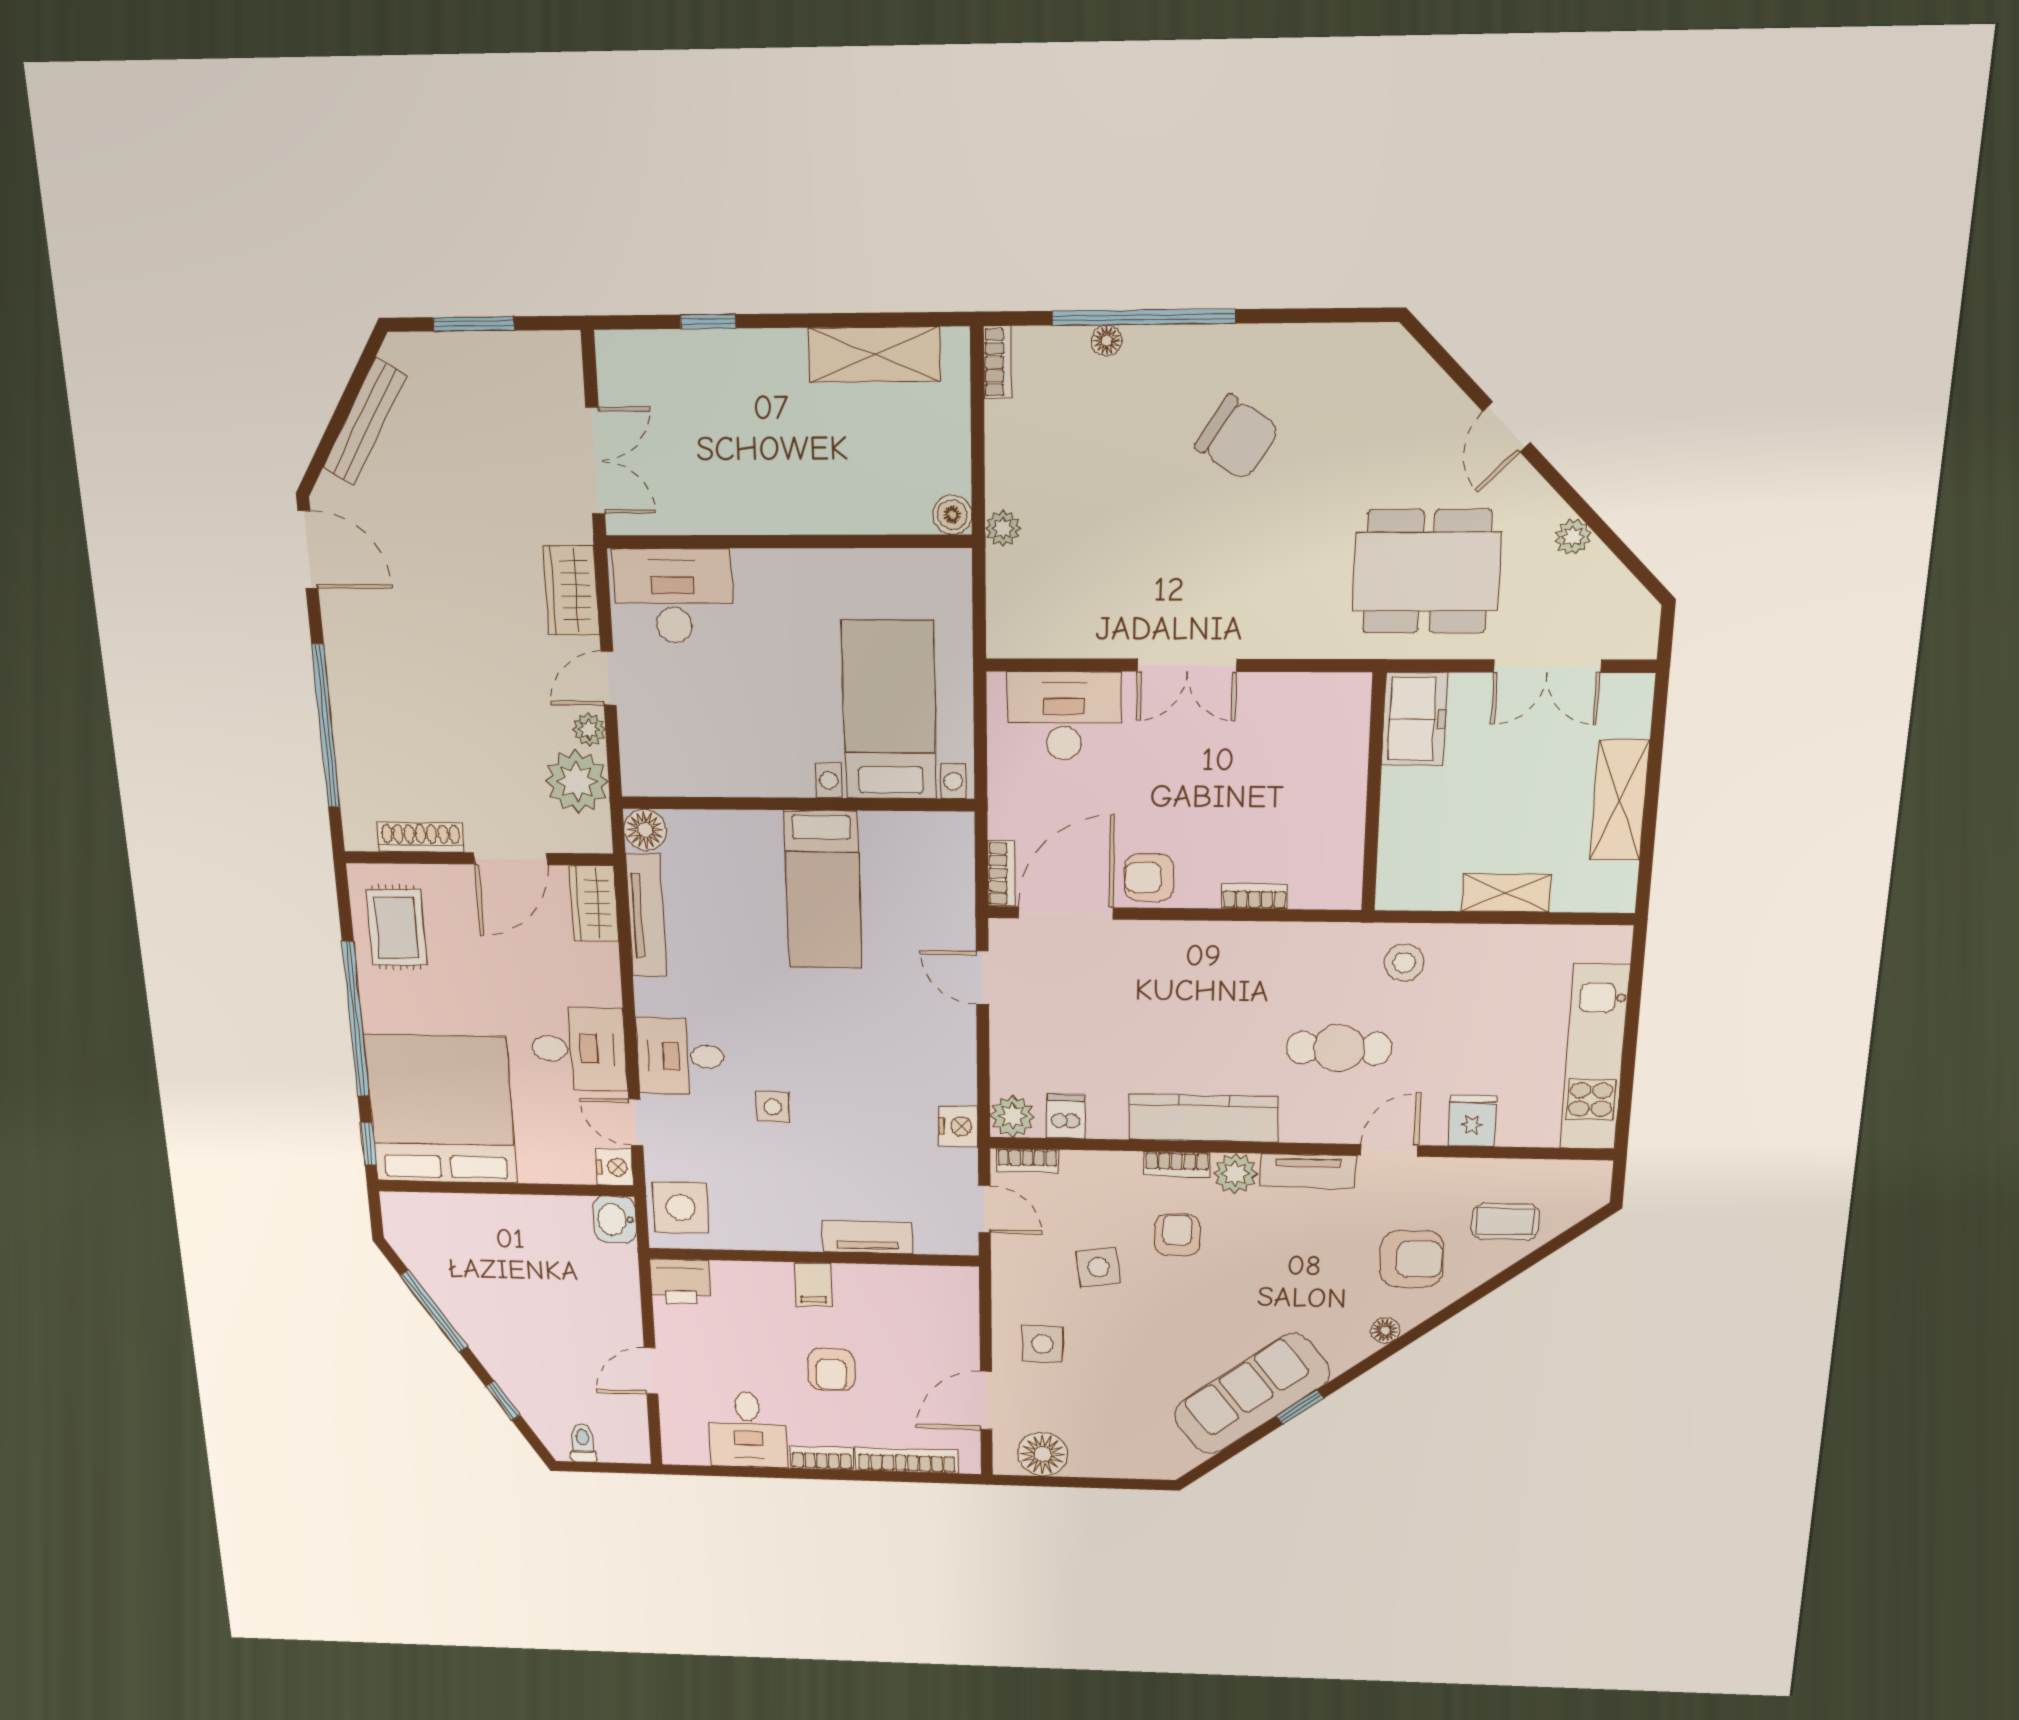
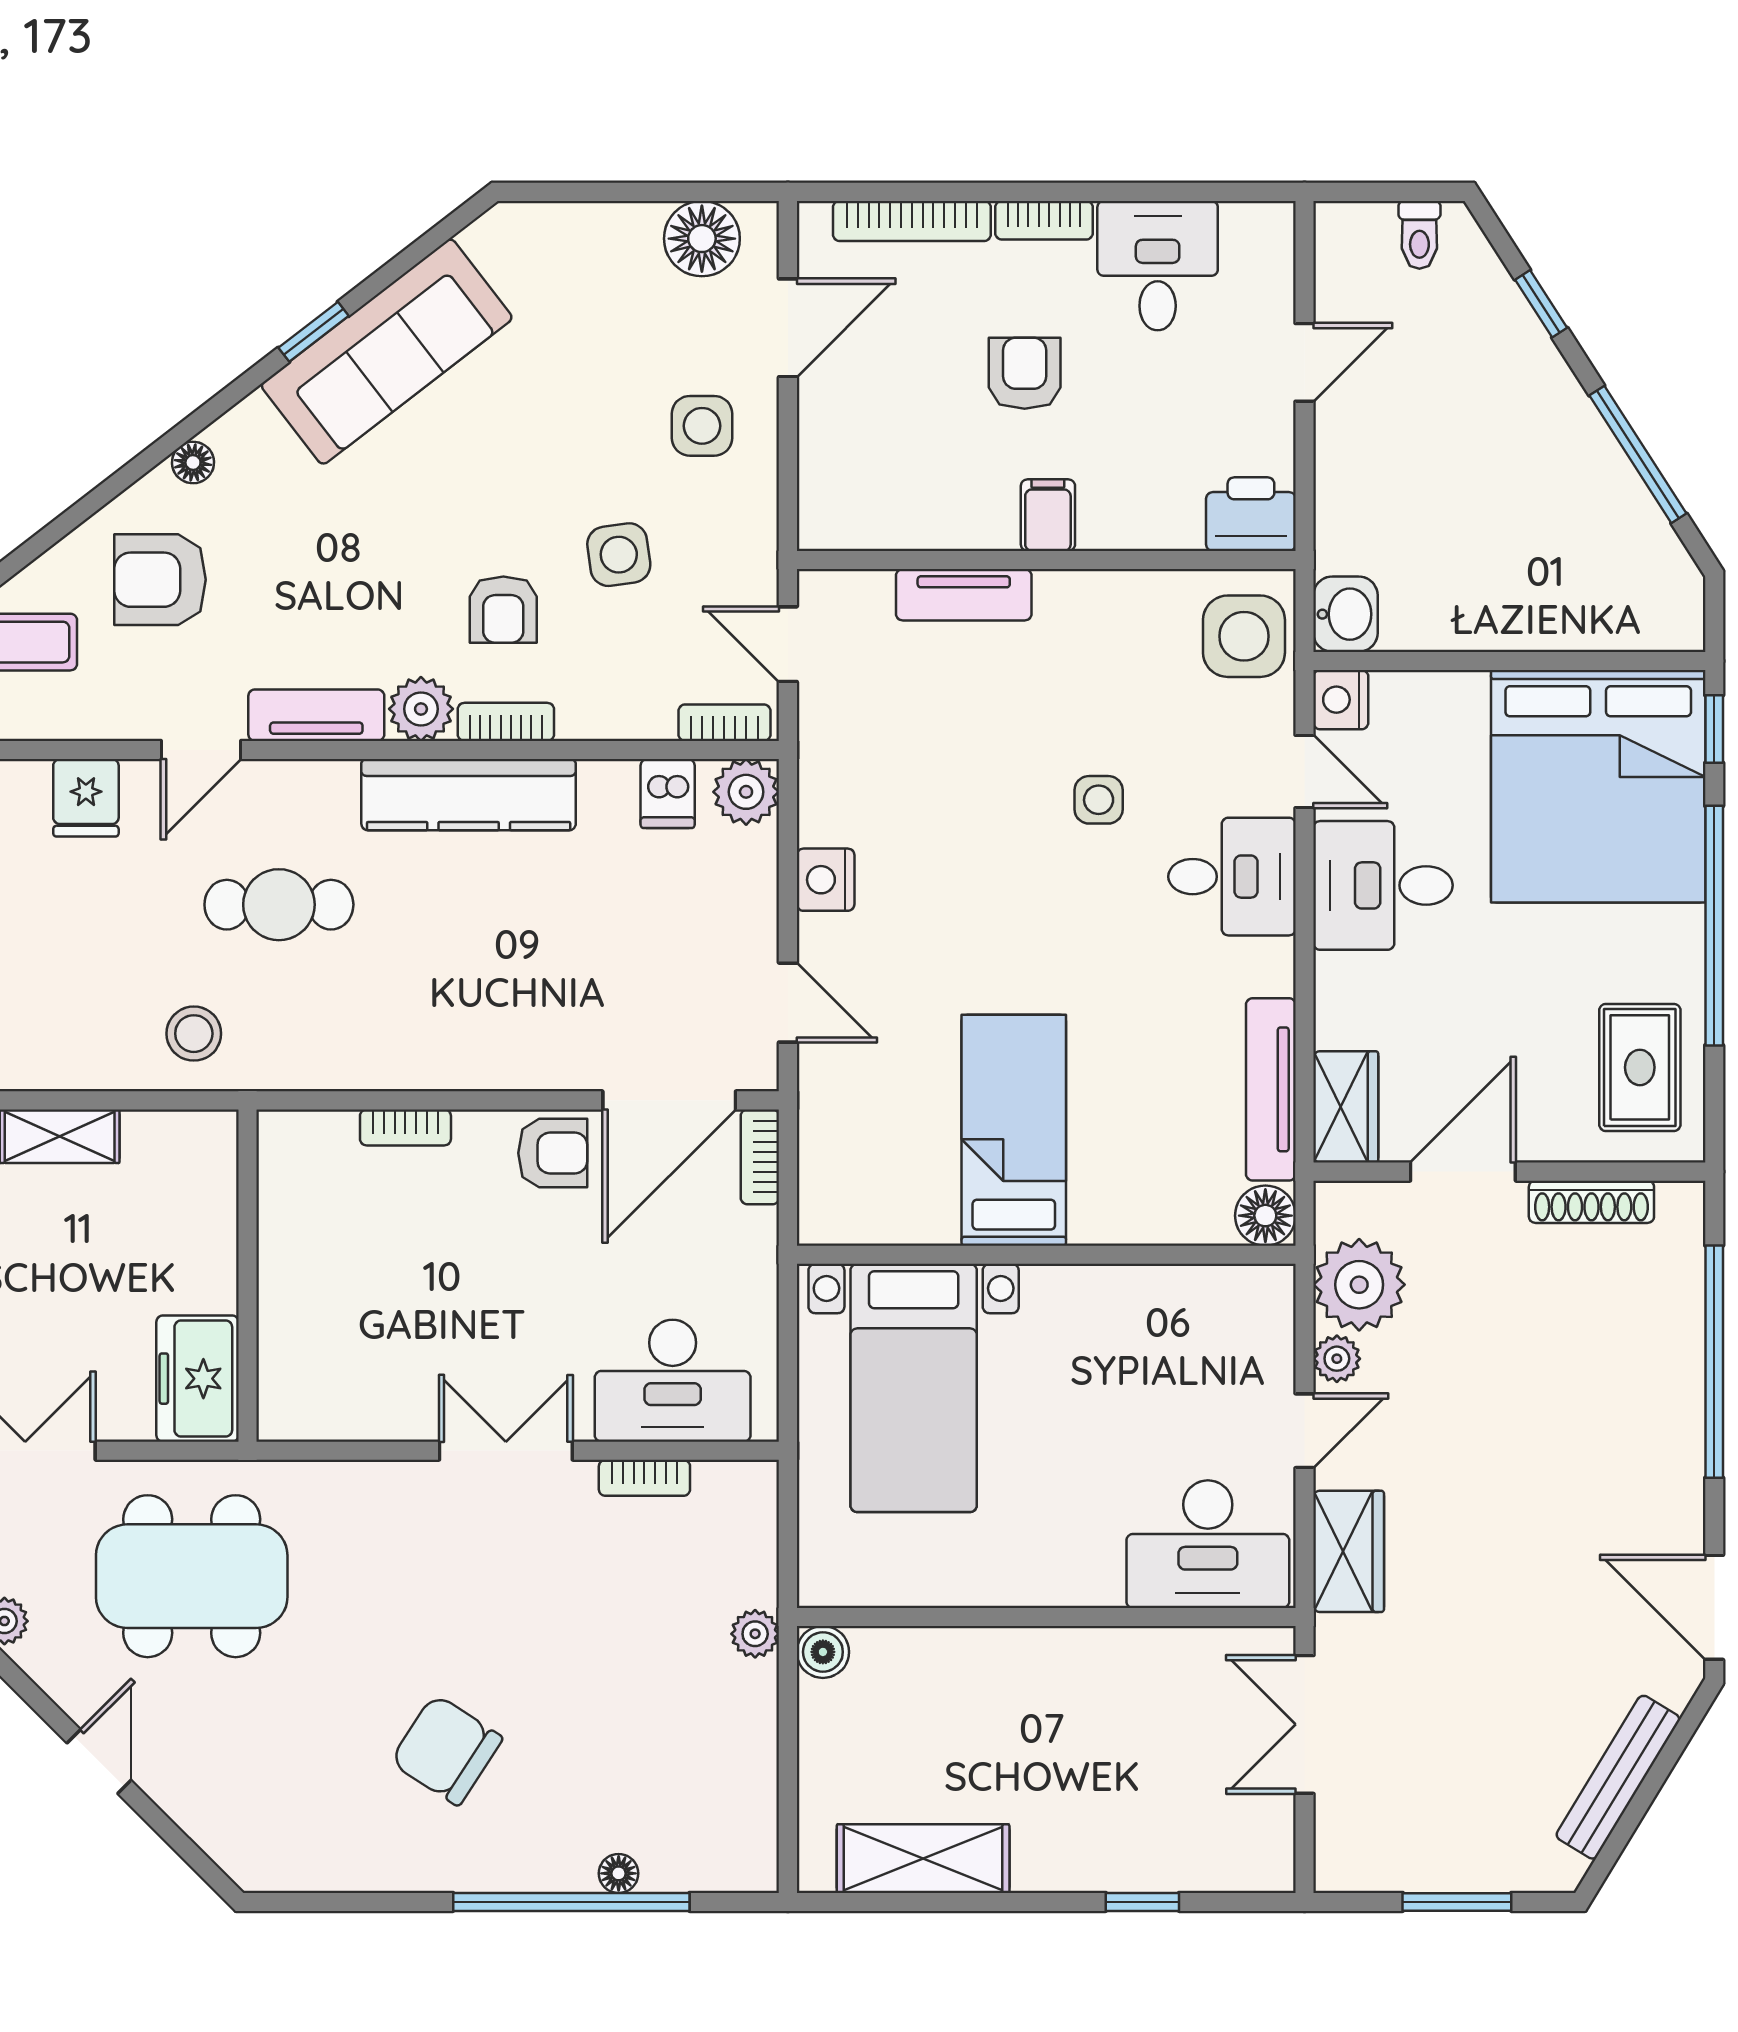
bookcase: (998, 362) -> (644, 1478), moved, turned -90
nightstand: (958, 1126) -> (826, 880), moved

